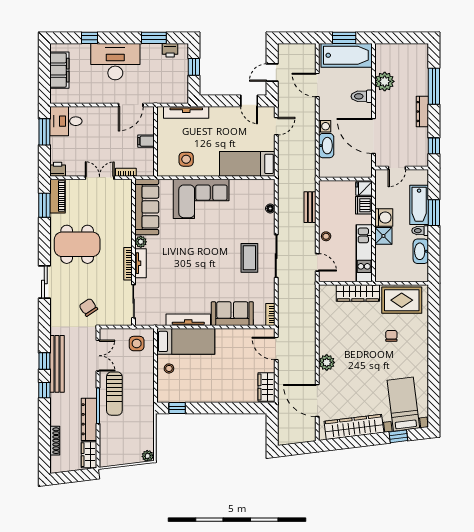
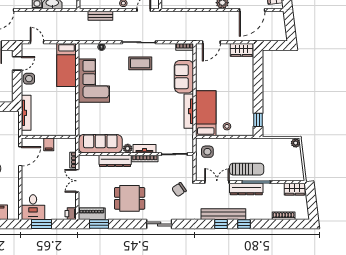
door: (131, 105) -> (20, 156), hinge flipped
side table: (186, 159) -> (29, 79), moved
corner sofa: (201, 199) -> (94, 81), moved
dresser: (125, 226) -> (115, 161), added
dining table: (77, 244) -> (130, 198), width x0.73
dresser: (89, 419) -> (246, 189), moved

